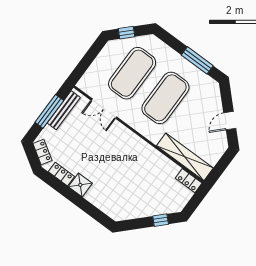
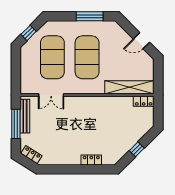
door: (230, 121) -> (141, 41), hinge flipped
locker: (61, 174) -> (91, 160), moved
shower: (80, 185) -> (73, 158), removed
window: (161, 220) -> (137, 149), moved

